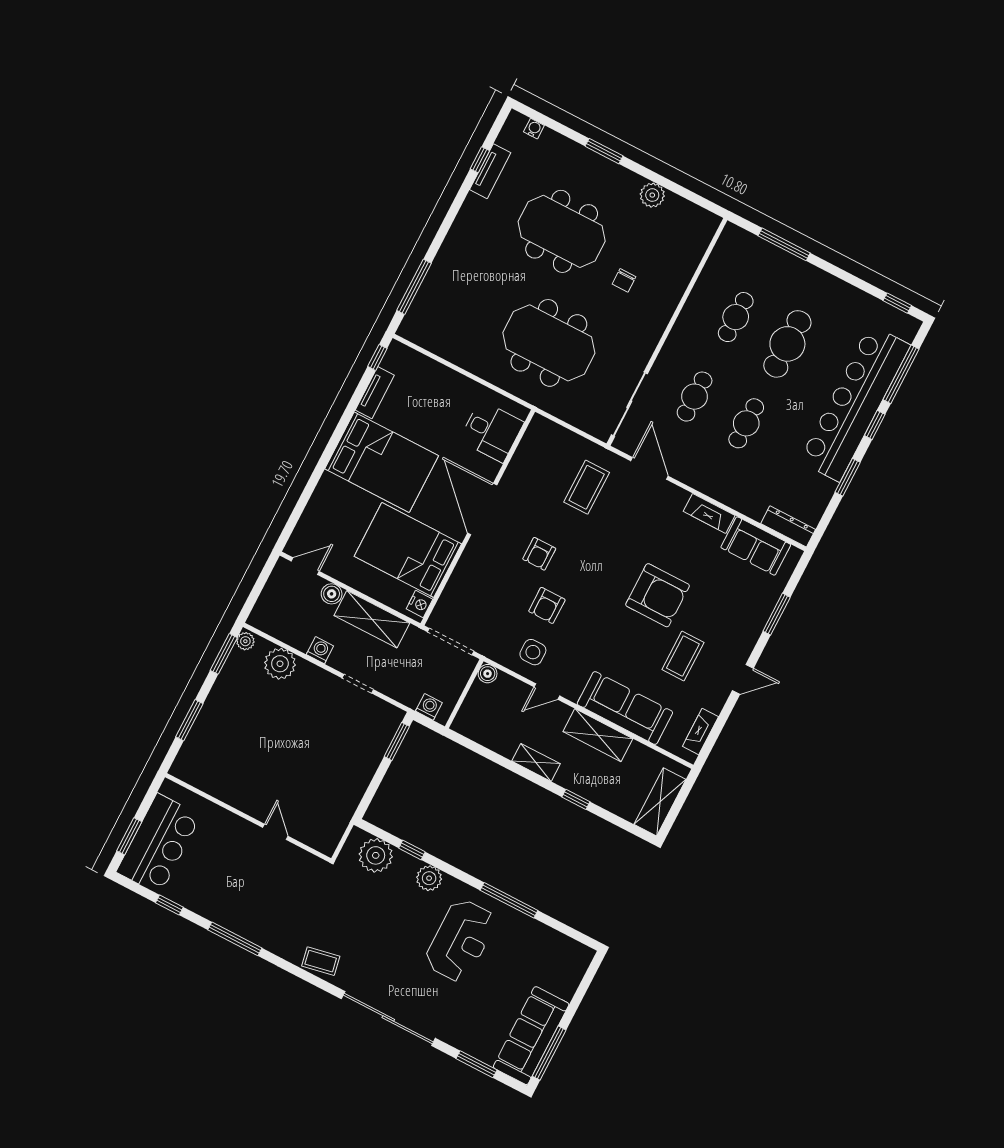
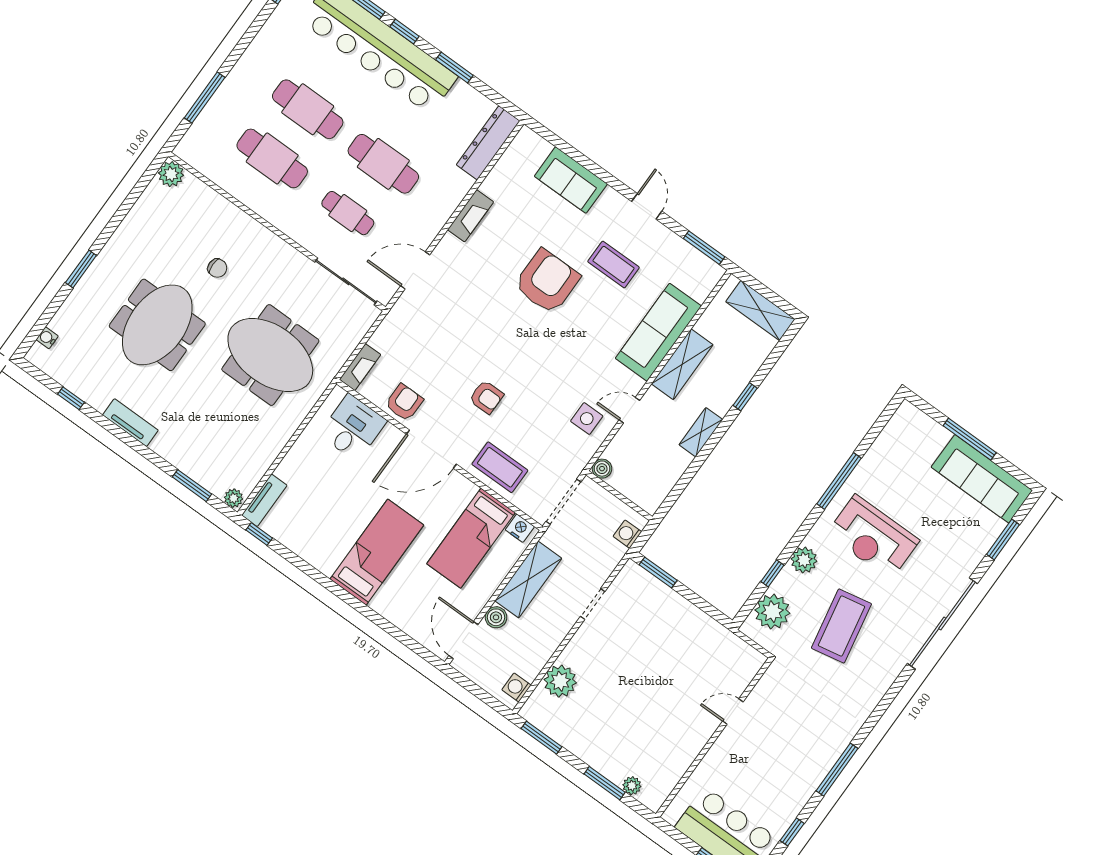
tv unit: (490, 171) -> (130, 423), moved
plant: (652, 195) -> (171, 174), moved
window: (414, 287) -> (192, 486), width x0.69
cafe table: (736, 317) -> (272, 158), width x1.37, depth x1.35
plant: (408, 328) -> (234, 498), added
meeting table: (549, 343) -> (270, 355), turned 90
tv unit: (375, 393) -> (264, 500), moved, turned 90
cafe table: (746, 423) -> (383, 164), width x1.37, depth x1.35
bed: (382, 462) -> (377, 552), width x0.67
coffee table: (587, 487) -> (500, 467), moved
dresser: (788, 526) -> (488, 143), width x1.37, depth x1.24
sofa: (756, 546) -> (571, 180), moved, turned 90
bed: (408, 550) -> (471, 538), width x0.67
door: (305, 566) -> (463, 640), width x1.38
armchair: (547, 605) -> (404, 402), moved, turned -90
window: (777, 614) -> (704, 248), moved
plant: (245, 641) -> (632, 786), moved
washing machine: (320, 650) -> (517, 687), moved
door: (547, 691) -> (629, 410), swing flipped
fireplace: (700, 731) -> (360, 367), moved, turned -90
reception desk: (461, 940) -> (873, 537), turned 180
coffee table: (321, 961) -> (841, 626), moved, width x1.86, depth x1.72
window: (549, 1053) -> (970, 439), moved

